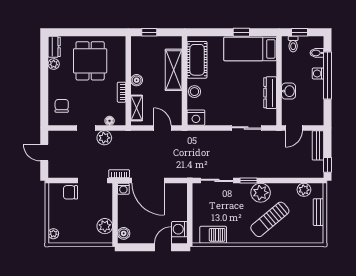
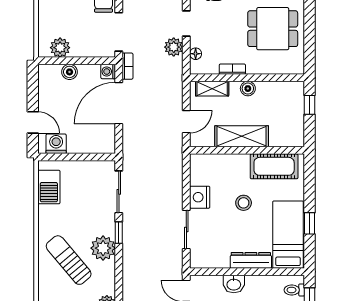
shelving: (174, 70) -> (242, 136), moved
stool: (194, 92) -> (244, 203), moved
dresser: (270, 93) -> (251, 260), moved
nightstand: (196, 118) -> (200, 197), moved
boiler: (124, 233) -> (70, 72), moved

